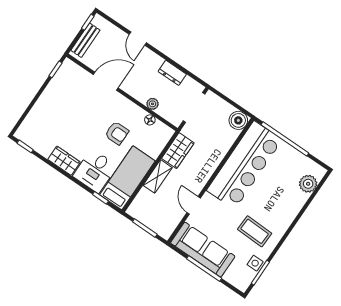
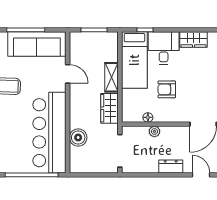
dresser: (172, 73) -> (171, 166), moved
boiler: (238, 120) -> (78, 138), moved

